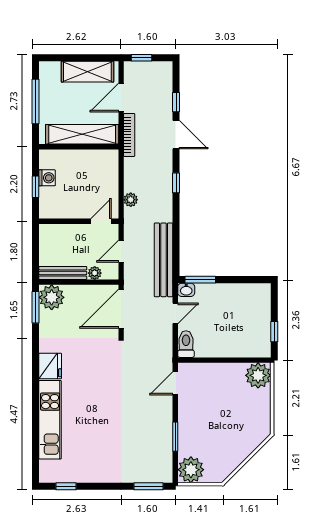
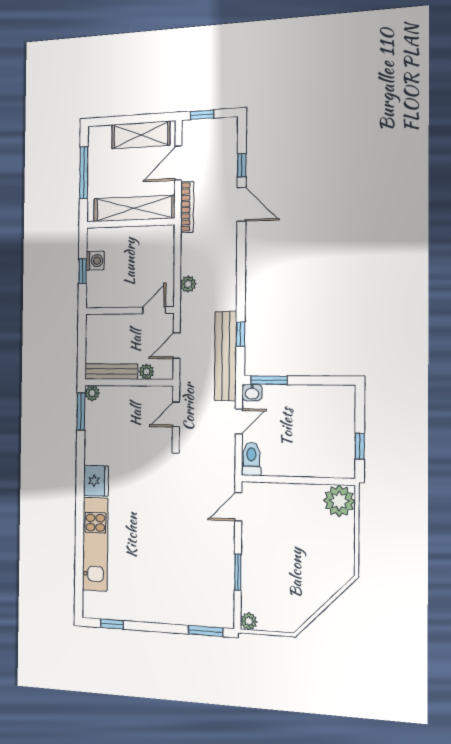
window: (176, 183) -> (241, 334), moved
plant: (52, 297) -> (92, 393), width x0.53, depth x0.53
door: (121, 309) -> (176, 414), width x0.53
plant: (191, 470) -> (249, 621), width x0.53, depth x0.53

